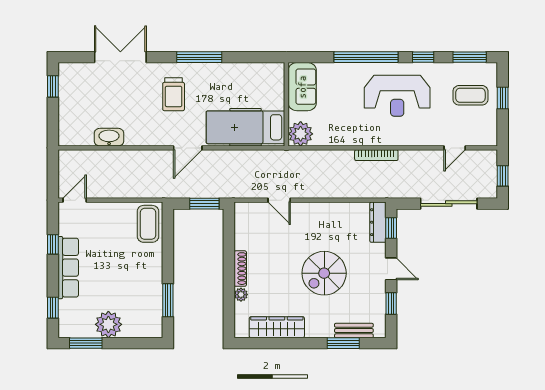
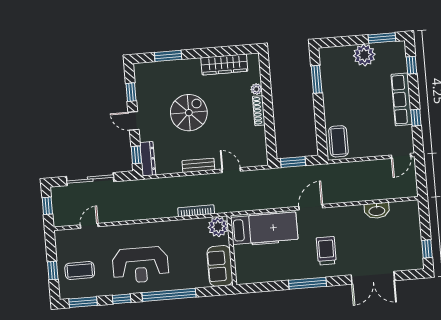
reception desk: (397, 96) -> (141, 265), turned 180
bookcase: (376, 155) -> (196, 211), moved
bench: (354, 331) -> (198, 165), moved

